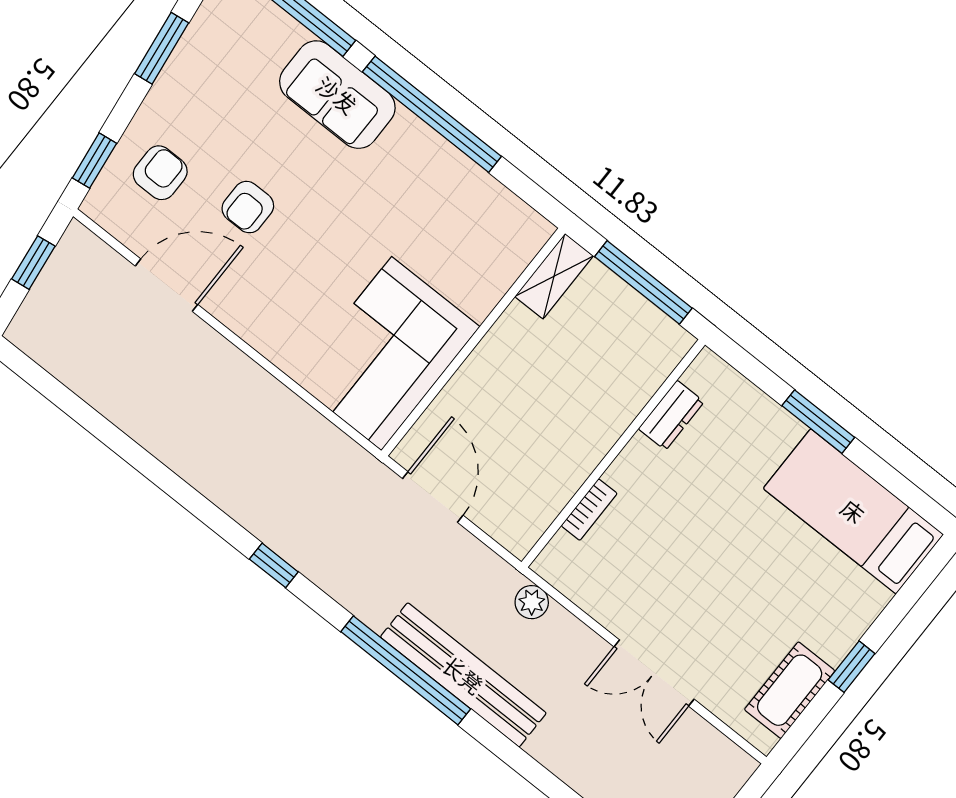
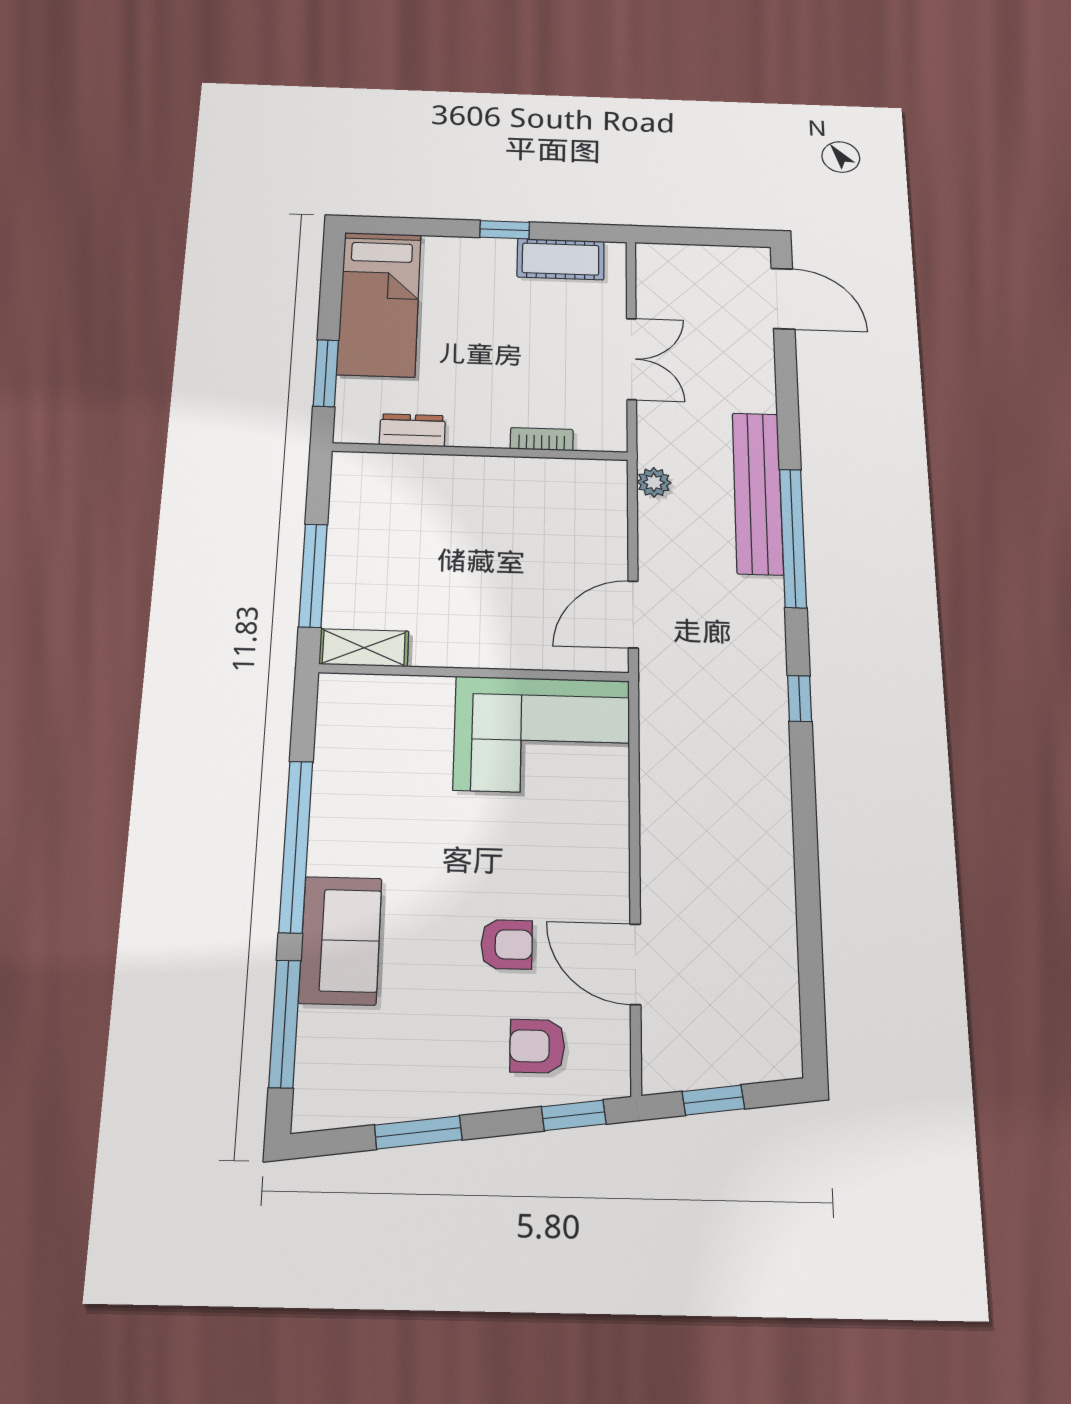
dresser: (671, 415) -> (412, 430), moved
wall: (613, 453) -> (480, 452), moved
bookcase: (589, 510) -> (542, 439), moved

